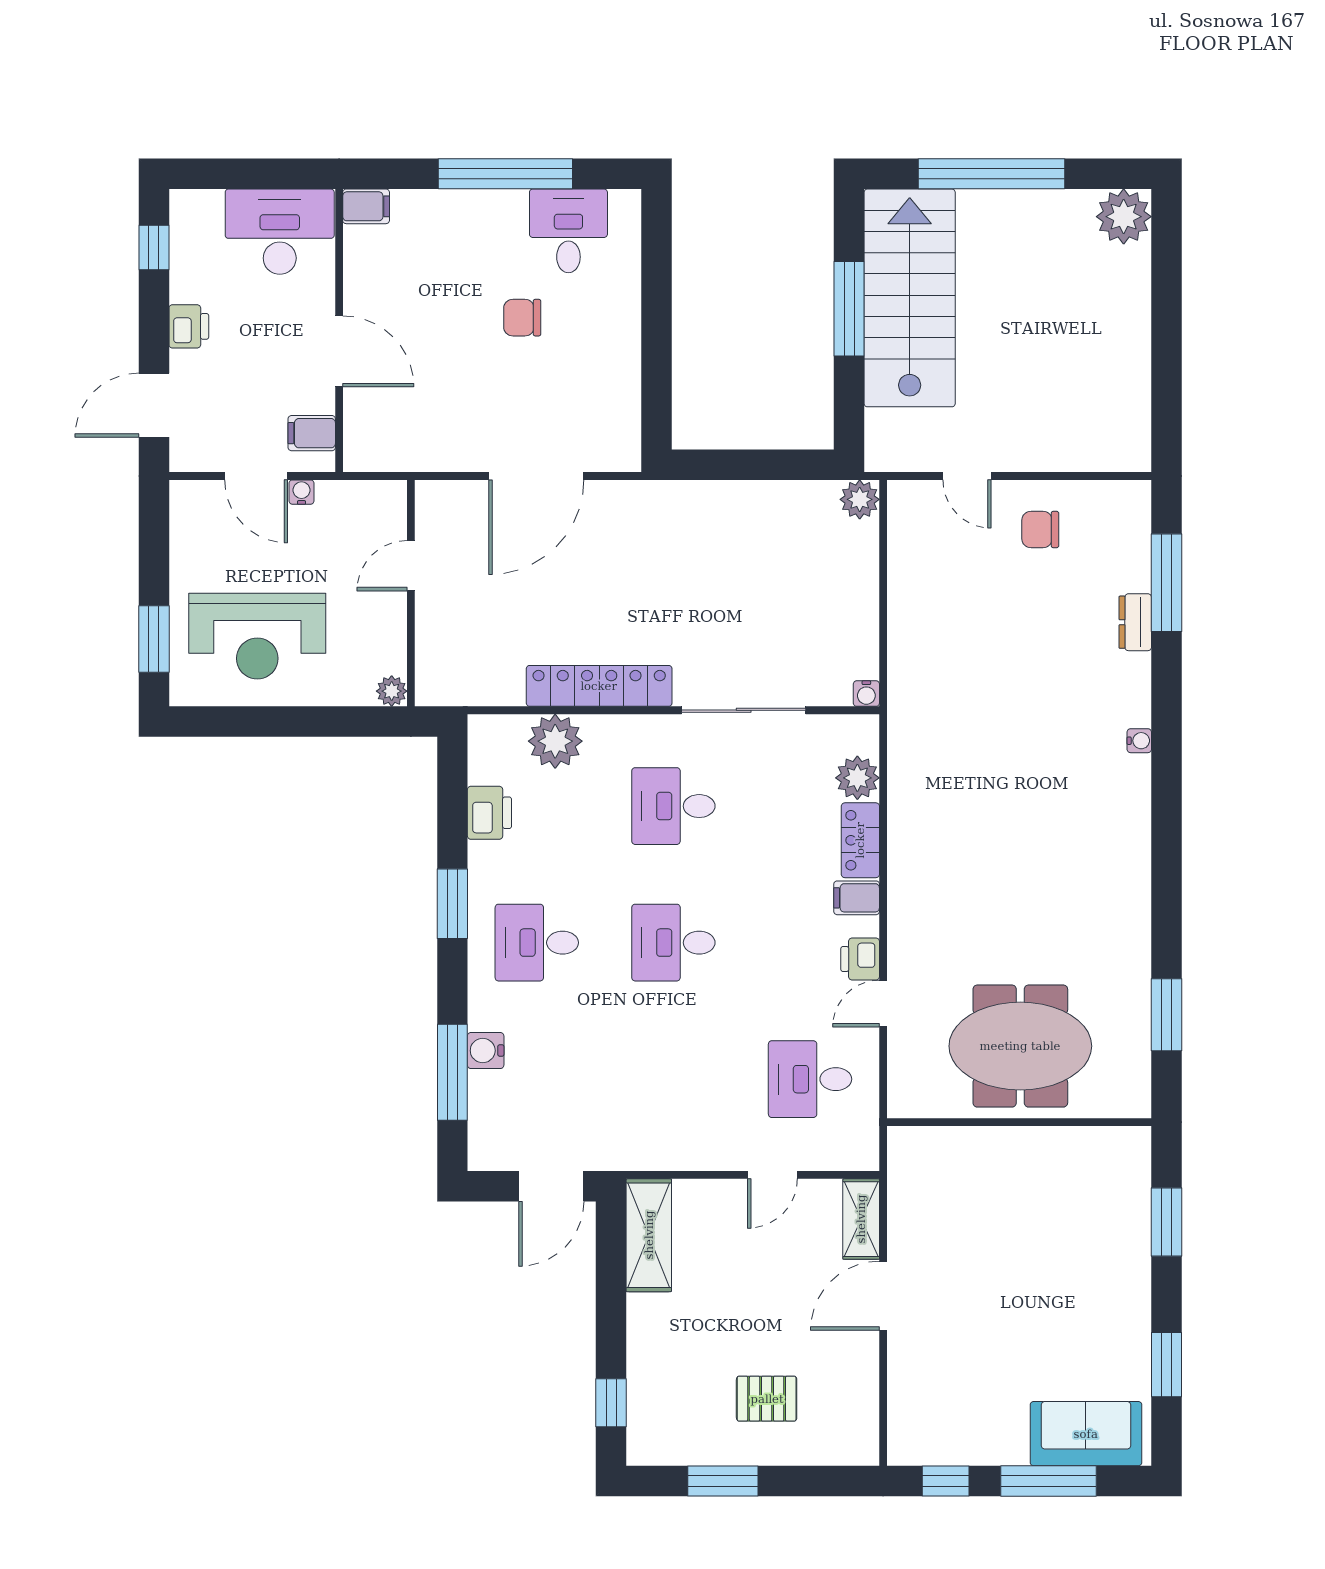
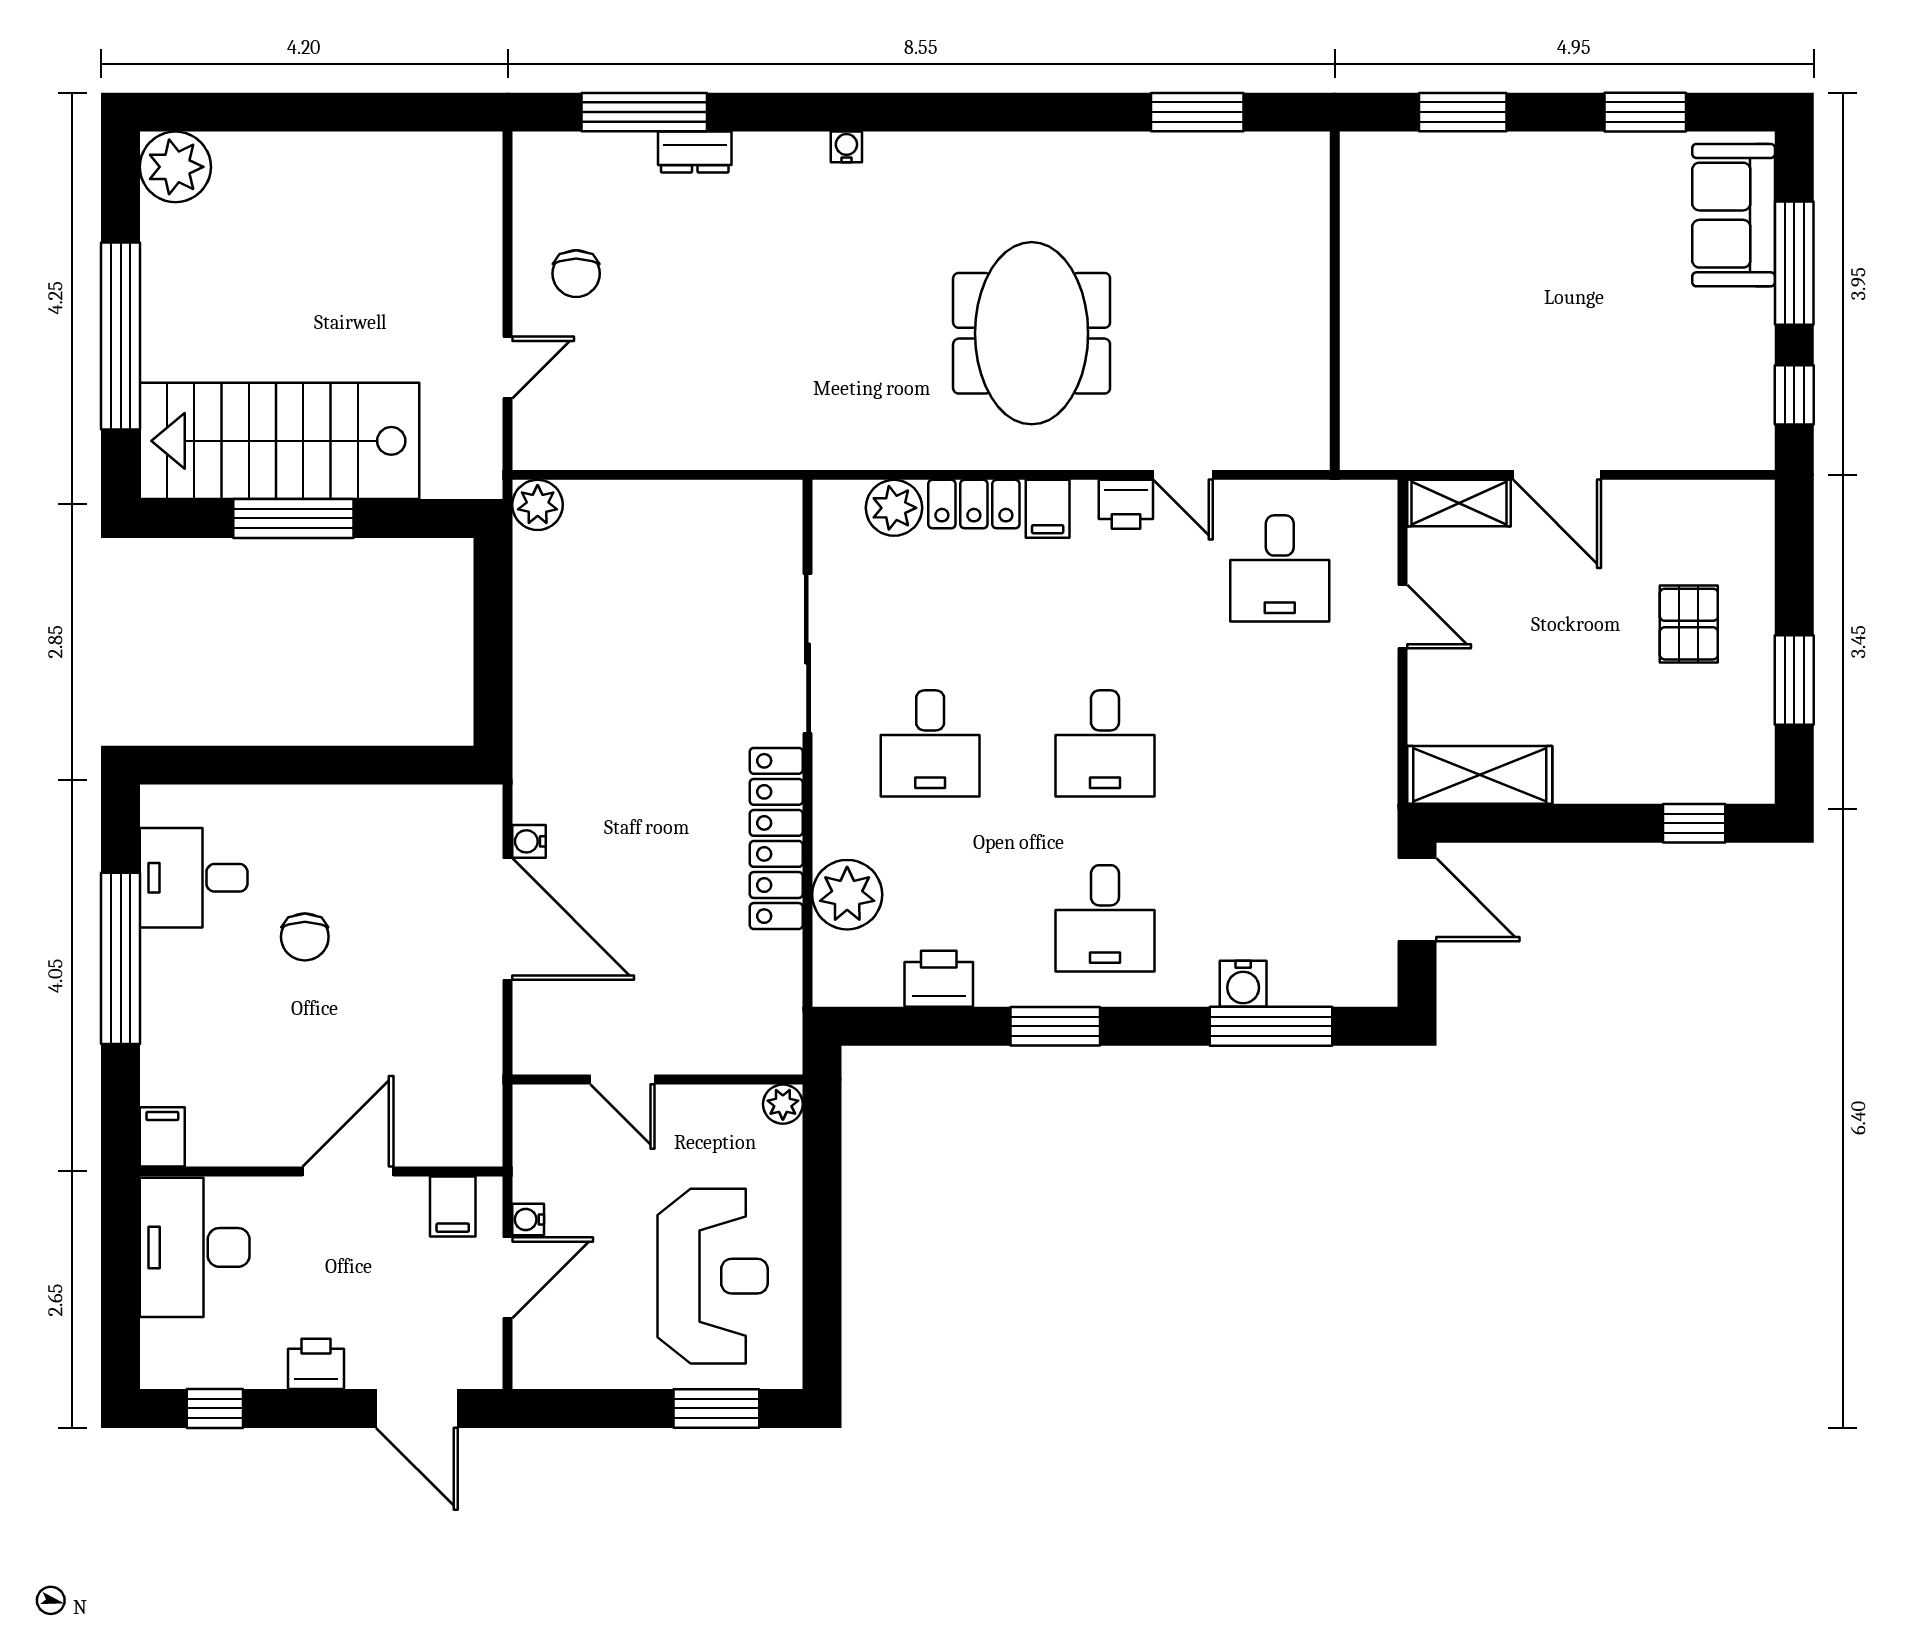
water cooler: (866, 694) -> (529, 841), moved, turned 180
meeting table: (1020, 1046) -> (1032, 333), moved

